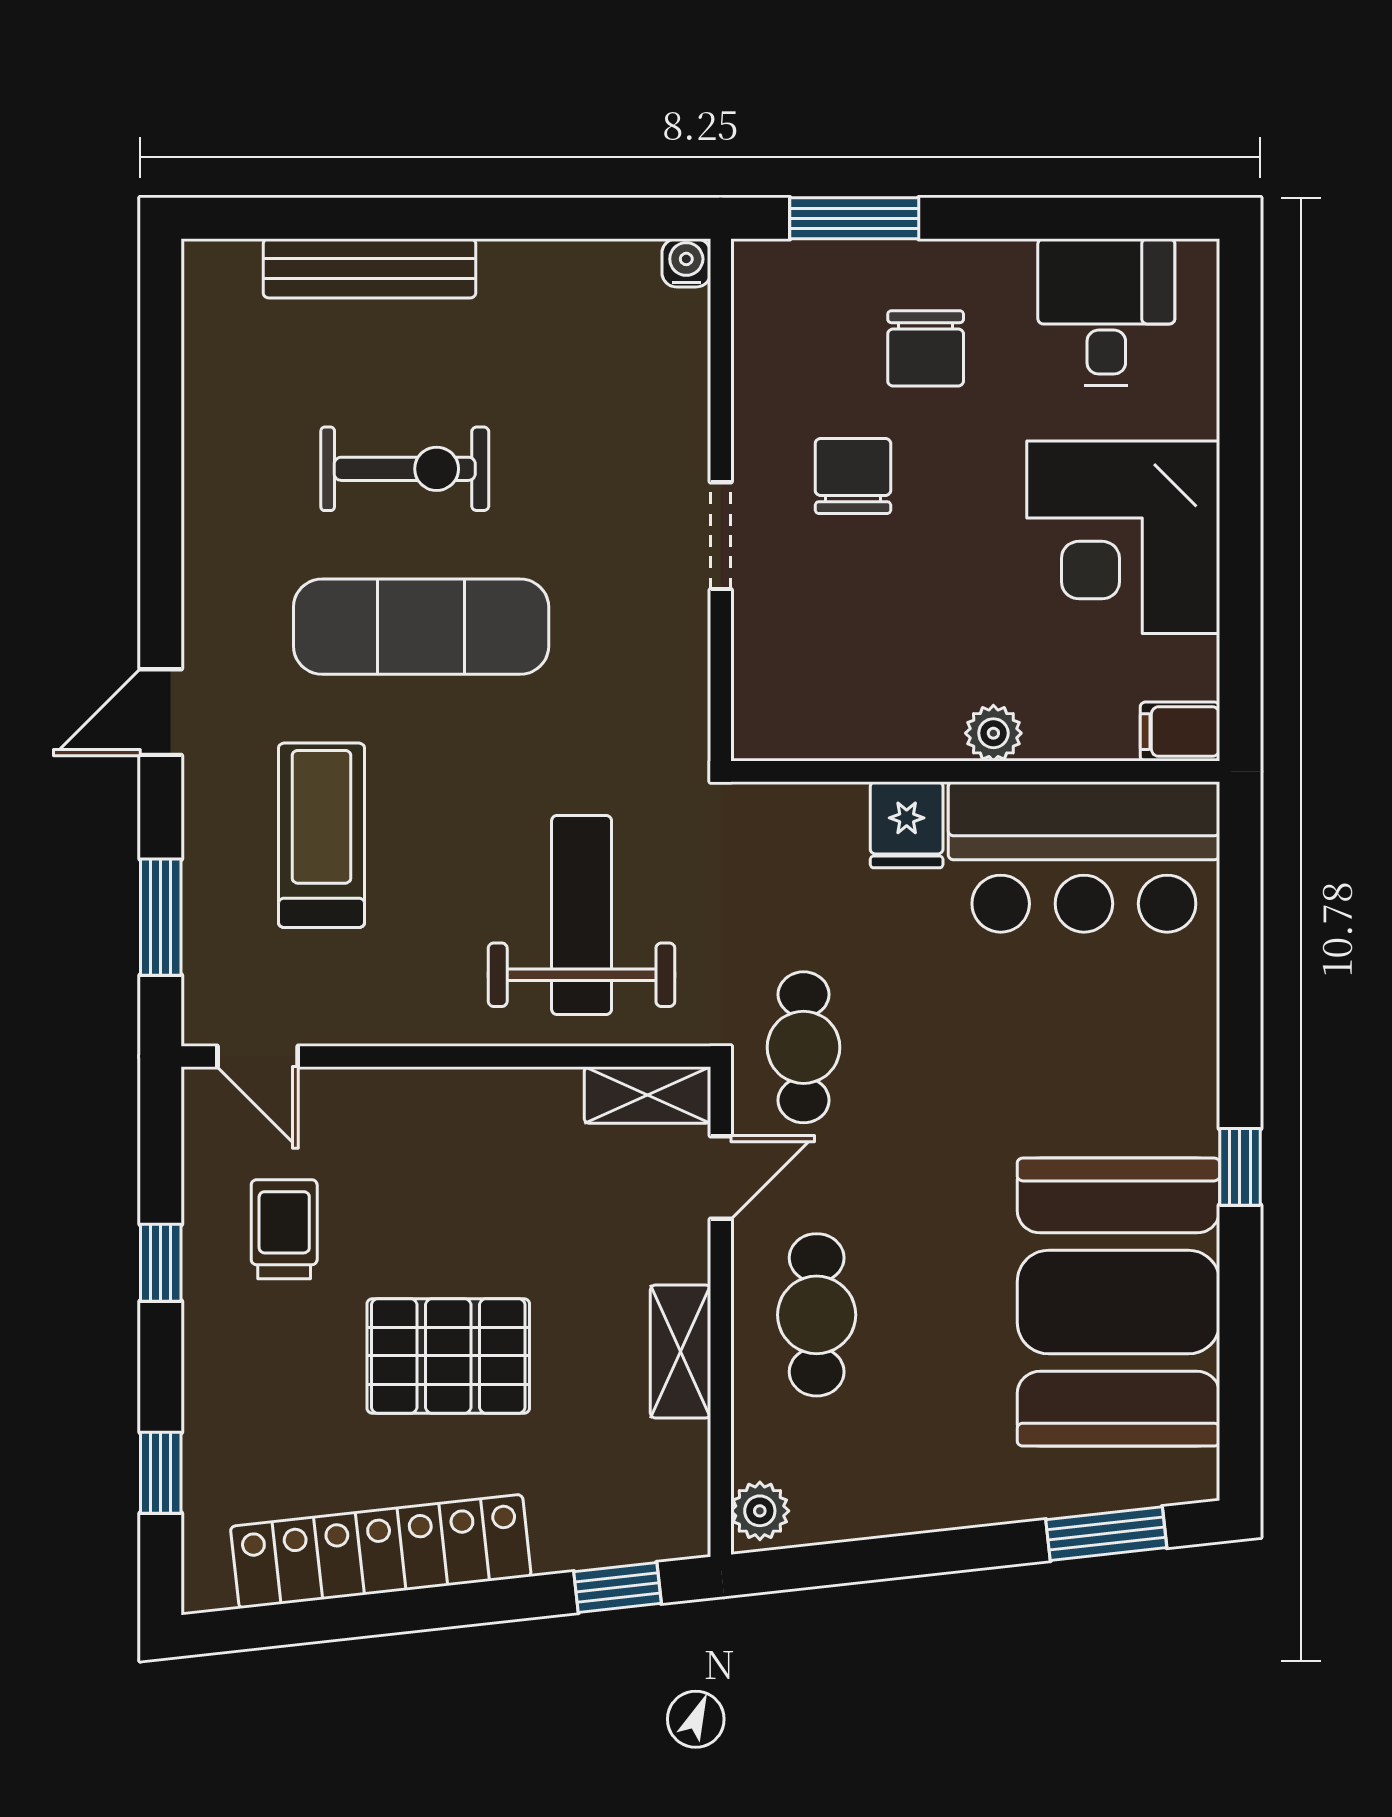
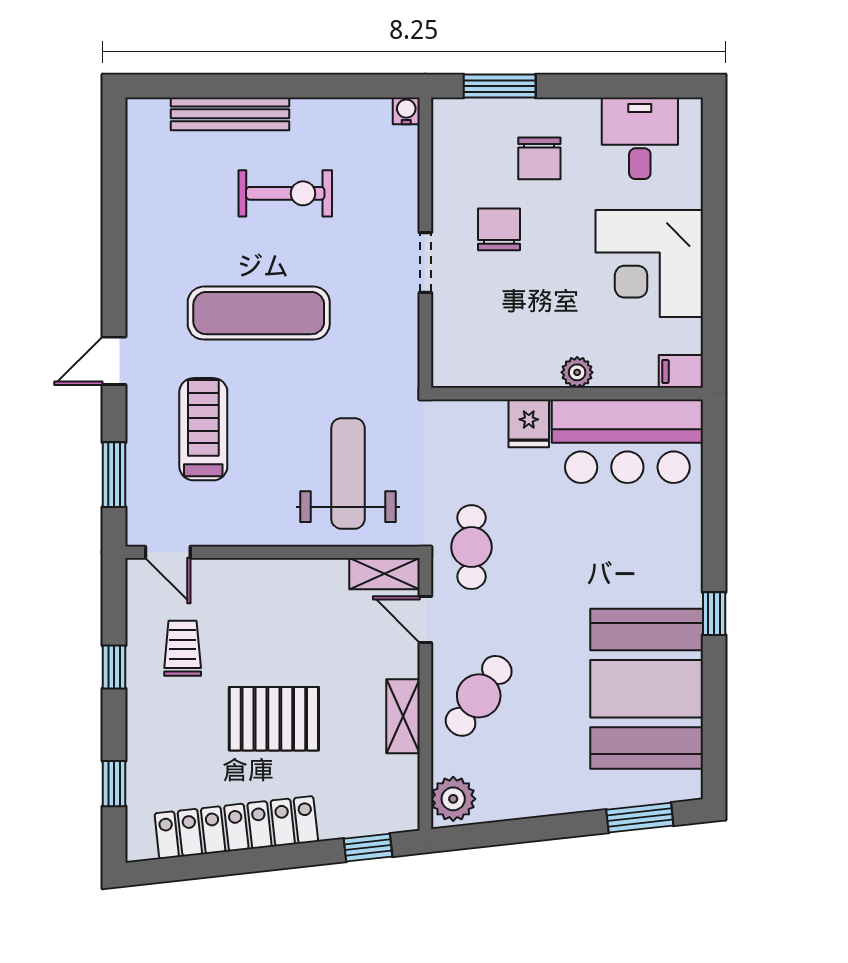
exercise bike: (405, 469) -> (285, 193), moved
door: (721, 1177) -> (425, 619), swing flipped
cafe table: (817, 1315) -> (479, 696), turned 35
plant: (760, 1511) -> (453, 799), width x1.38, depth x1.38

